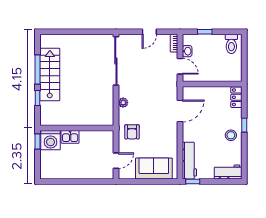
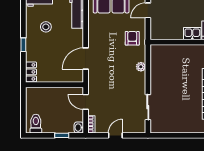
washbasin: (187, 51) -> (79, 128), moved
sliding door: (116, 61) -> (148, 107), width x0.54
stool: (231, 135) -> (46, 27), moved

